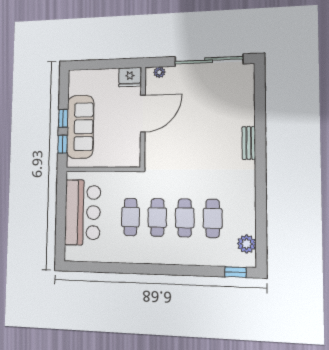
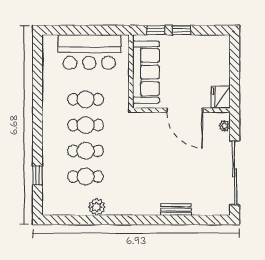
sofa: (80, 127) -> (146, 72), moved, turned -90
bench: (249, 143) -> (176, 210), moved
plant: (247, 244) -> (97, 207), moved
window: (235, 272) -> (38, 175), moved

